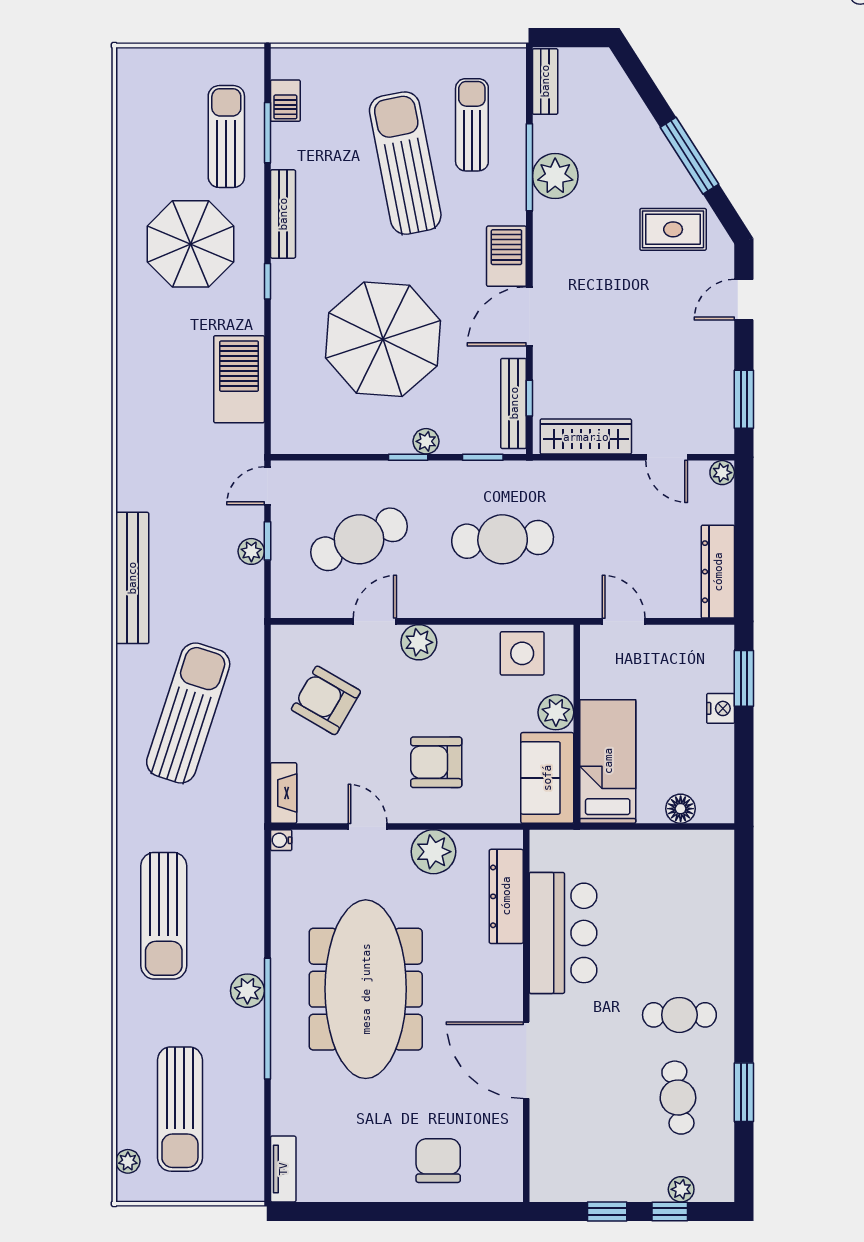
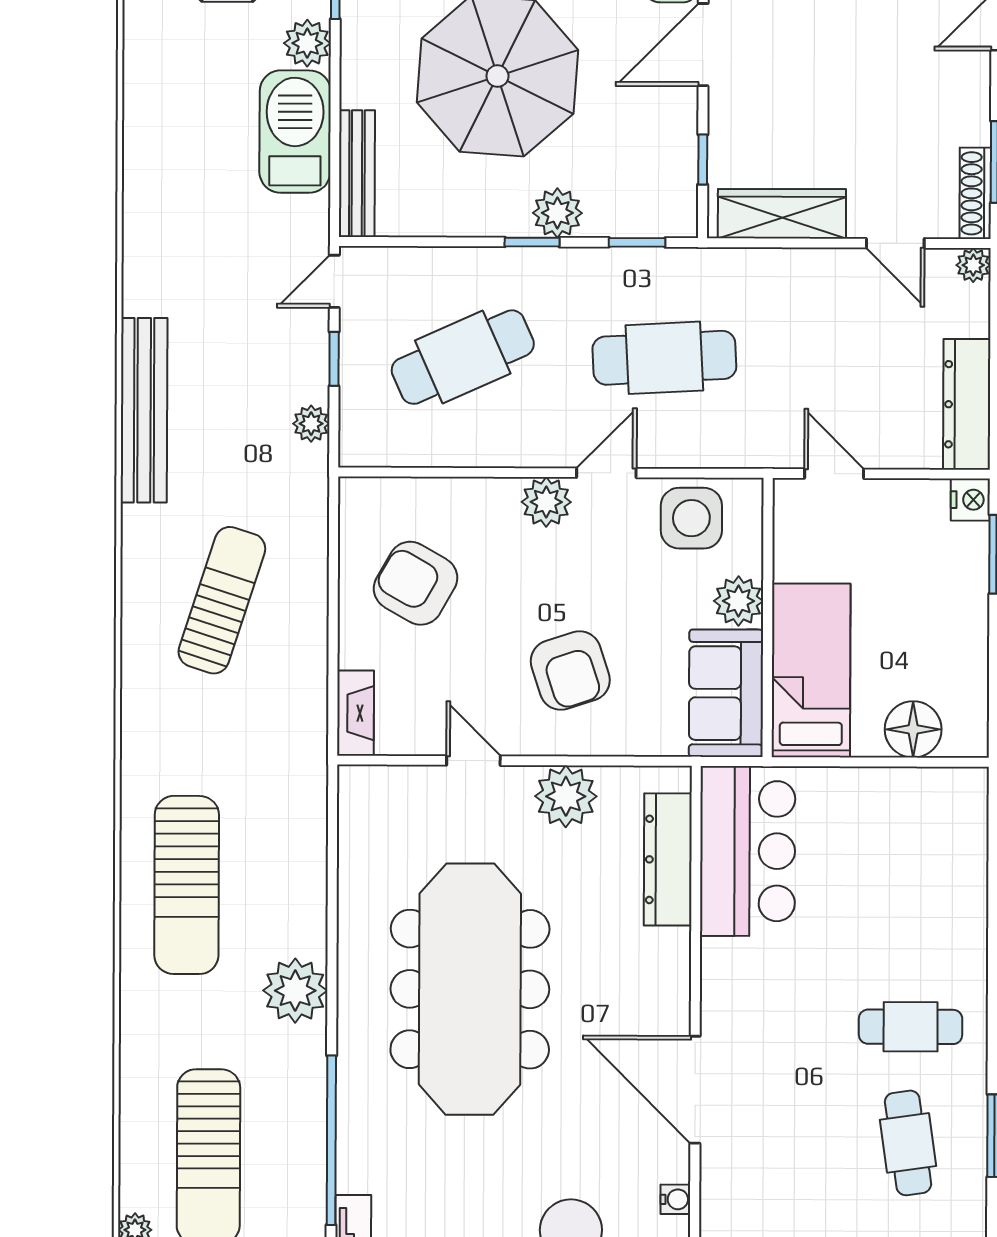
plant: (248, 316) -> (307, 43), added
bench: (514, 403) -> (357, 174), moved
shoe rack: (723, 421) -> (975, 193), added
plant: (426, 441) -> (557, 213), width x1.38, depth x1.38
plant: (251, 551) -> (311, 424), moved
door: (375, 621) -> (606, 473), moved
nightstand: (721, 708) -> (970, 500), moved
sun lounger: (188, 713) -> (222, 600), width x0.73, depth x0.75
armchair: (436, 762) -> (570, 671), turned -108
floor lamp: (681, 809) -> (913, 729), width x1.38, depth x1.38
water cooler: (281, 840) -> (675, 1199), moved, turned 180
bar counter: (563, 933) -> (748, 851), moved
plant: (247, 991) -> (295, 991), width x1.36, depth x1.36
window: (267, 1019) -> (331, 1140), moved

